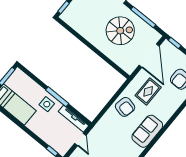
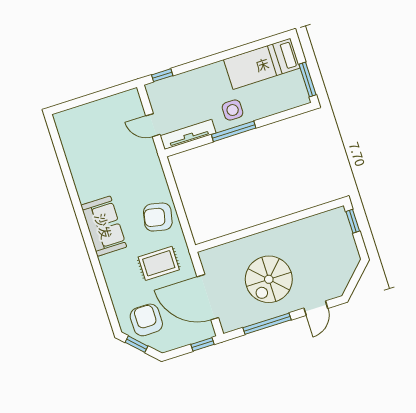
rug: (148, 91) -> (159, 263), turned 90

